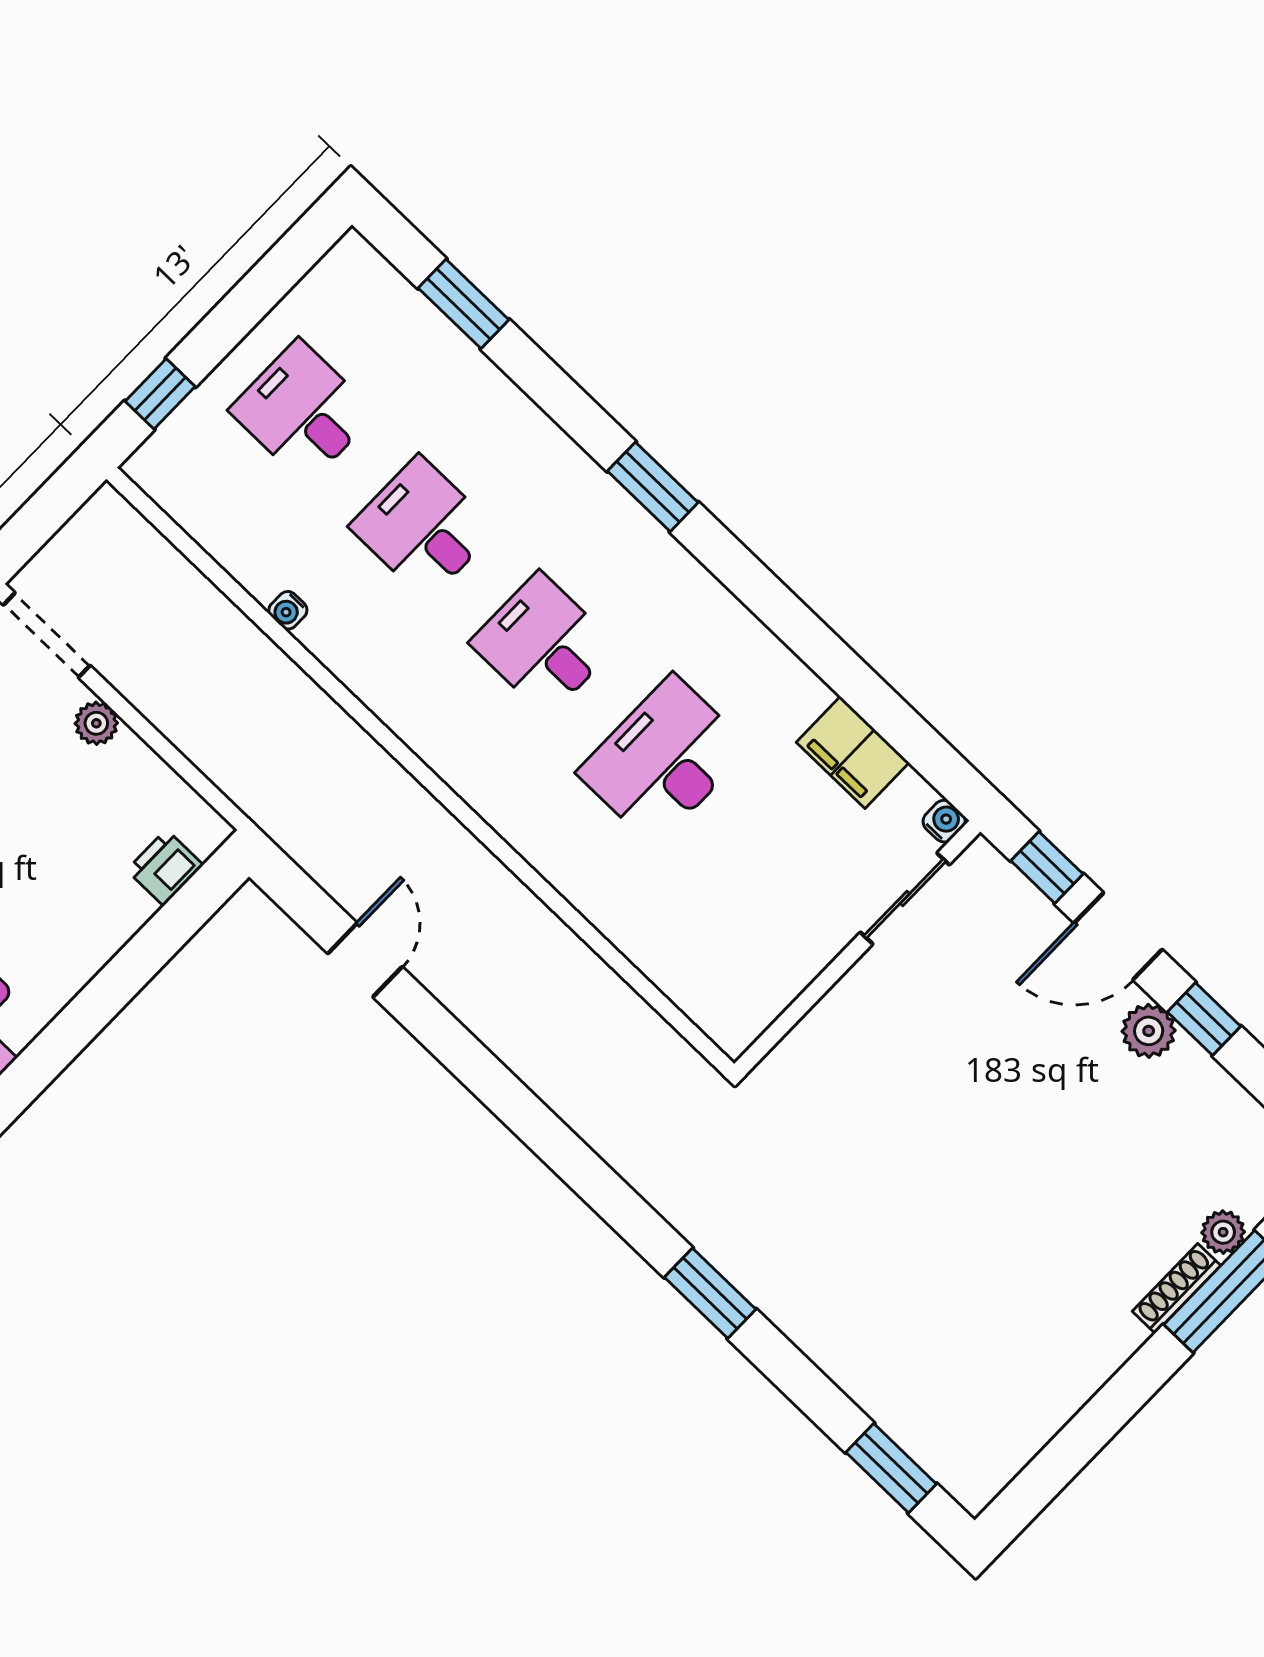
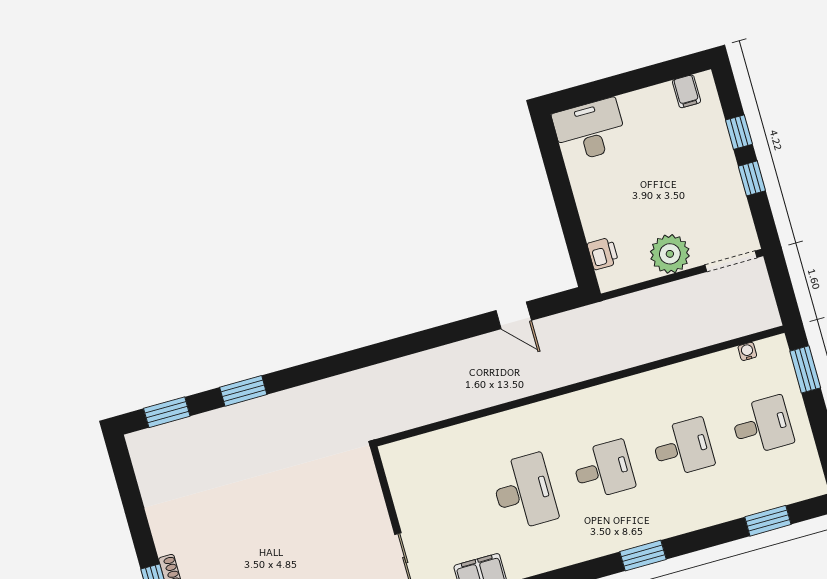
window: (160, 394) -> (805, 369), width x1.50
water cooler: (288, 610) -> (747, 351), moved
plant: (96, 723) -> (670, 254), width x1.88, depth x1.88
window: (710, 1293) -> (243, 391), moved

